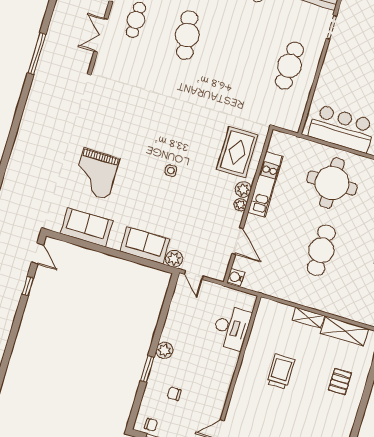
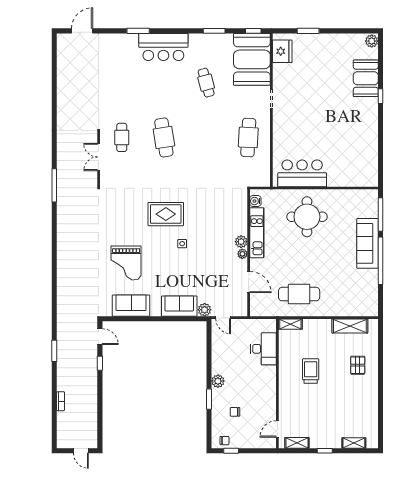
rug: (237, 152) -> (166, 214), moved, turned 90
cafe table: (321, 250) -> (299, 294), moved, turned 90
water cooler: (236, 277) -> (255, 201), moved
shelving: (308, 318) -> (290, 324), moved

